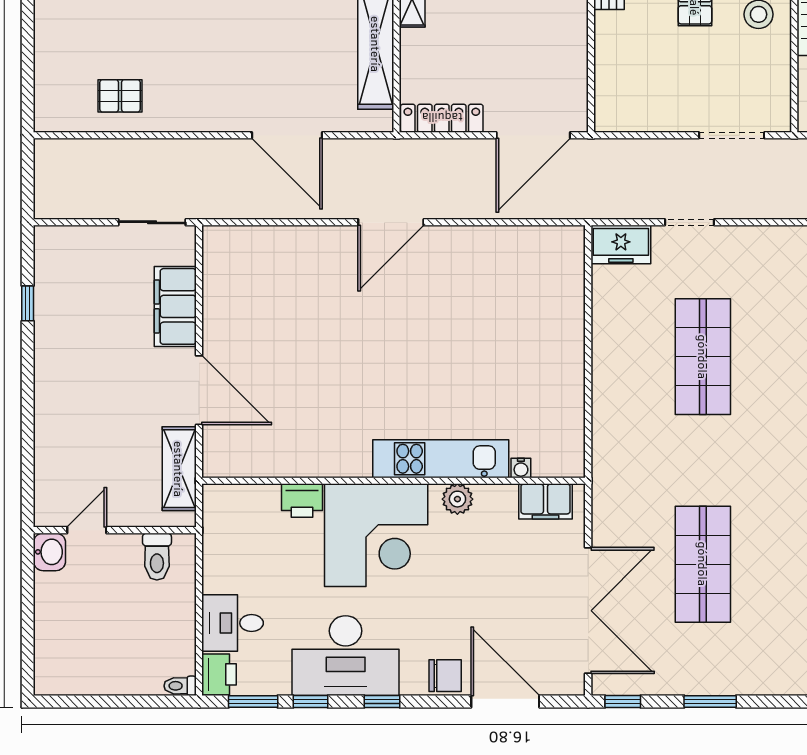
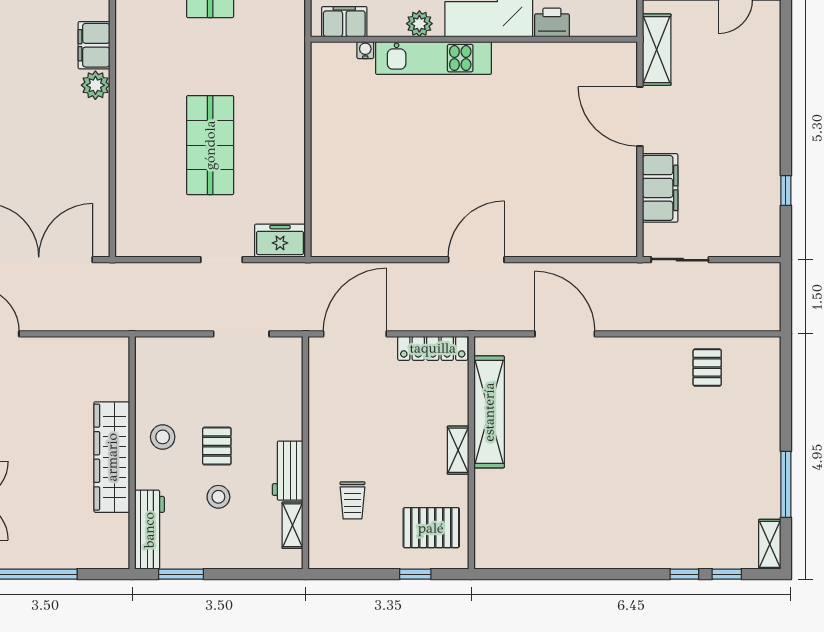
pallet: (120, 96) -> (707, 368), turned 90
doorway: (732, 135) -> (241, 334), moved

